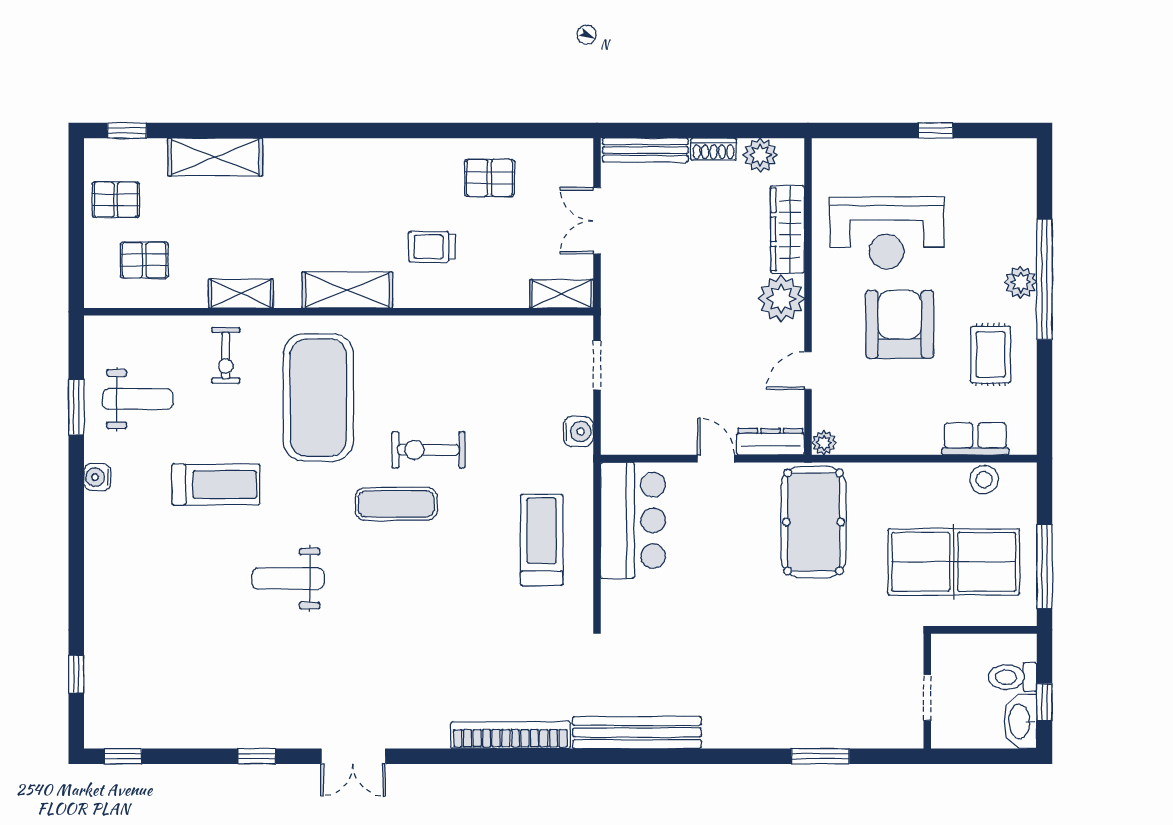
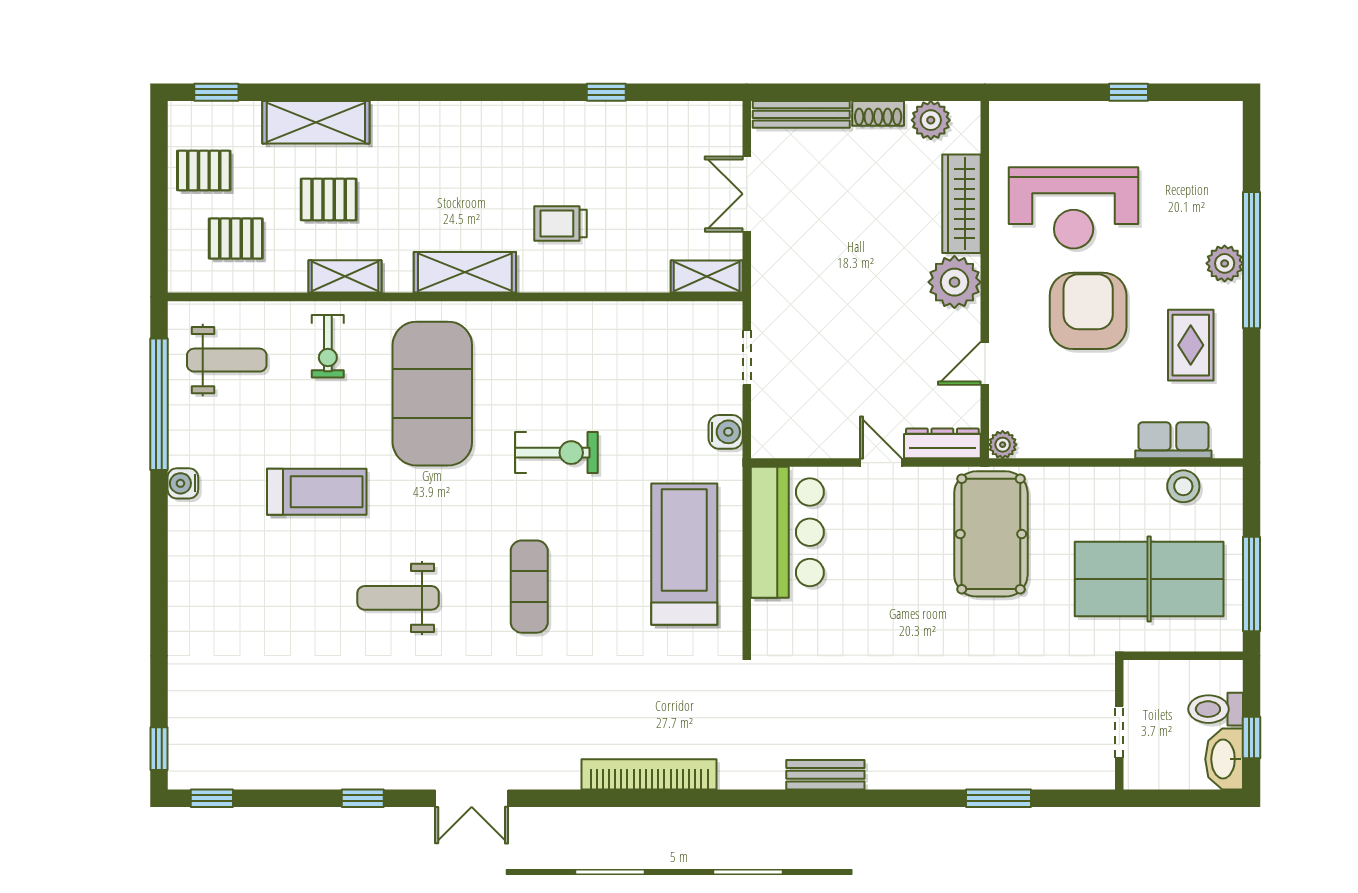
window: (473, 130) -> (606, 92), added
pallet: (489, 178) -> (329, 199), moved
weight bench: (138, 399) -> (227, 360), moved
window: (76, 407) -> (159, 404), width x2.11
exercise bike: (428, 450) -> (556, 453), turned 180
exercise mat: (396, 504) -> (529, 587), moved, turned 90
treadmill: (542, 540) -> (684, 554), width x1.37, depth x1.38
window: (76, 674) -> (159, 749), moved
bench: (637, 733) -> (825, 775), width x0.54, depth x0.82

